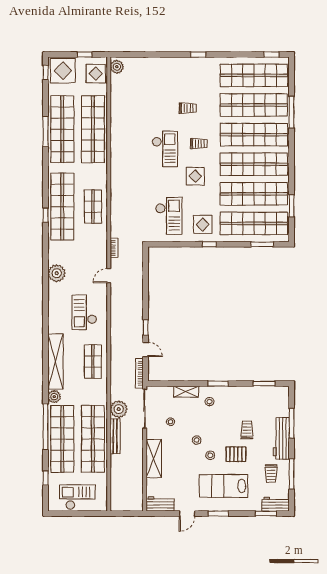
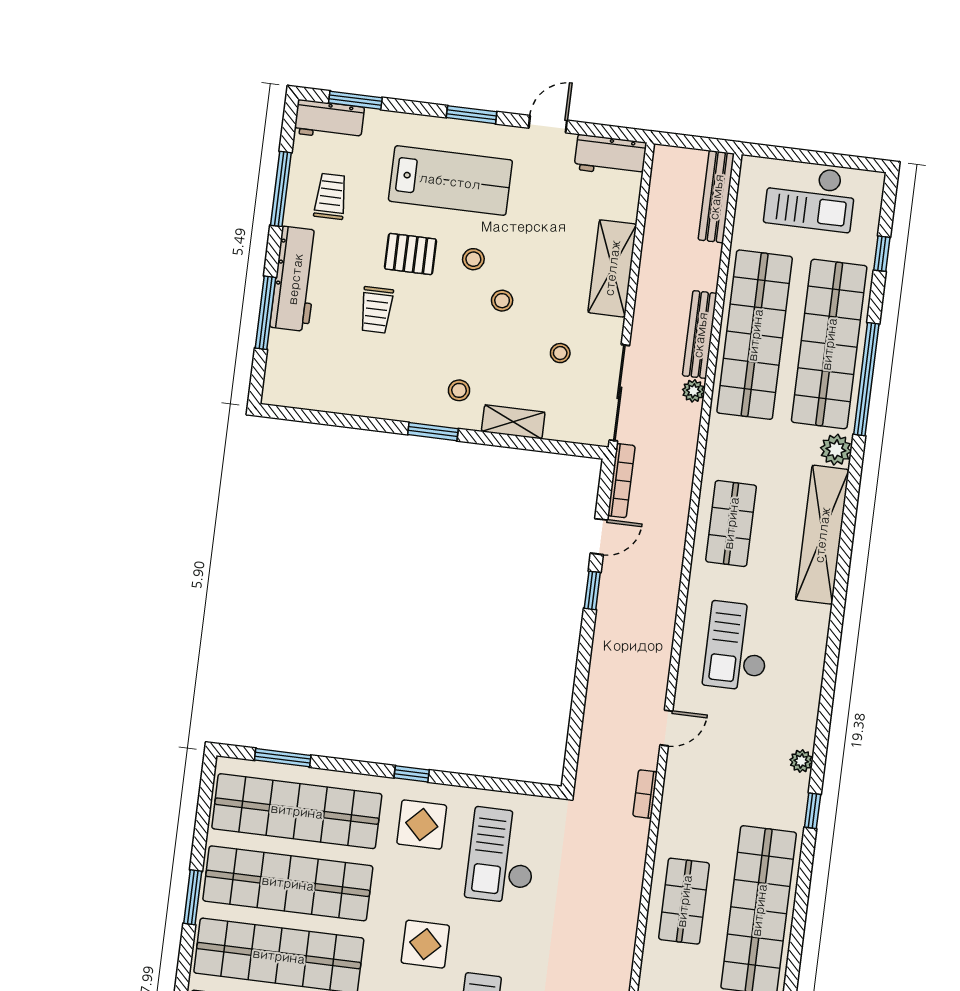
window: (292, 206) -> (193, 897), moved
window: (46, 215) -> (813, 811), moved
plant: (57, 273) -> (801, 761), width x0.53, depth x0.53
checkout: (84, 312) -> (737, 646), turned 180
door: (146, 350) -> (599, 537), swing flipped
window: (264, 384) -> (321, 418), removed
plant: (119, 409) -> (693, 391), width x0.53, depth x0.53
bench: (115, 493) -> (716, 197), added

